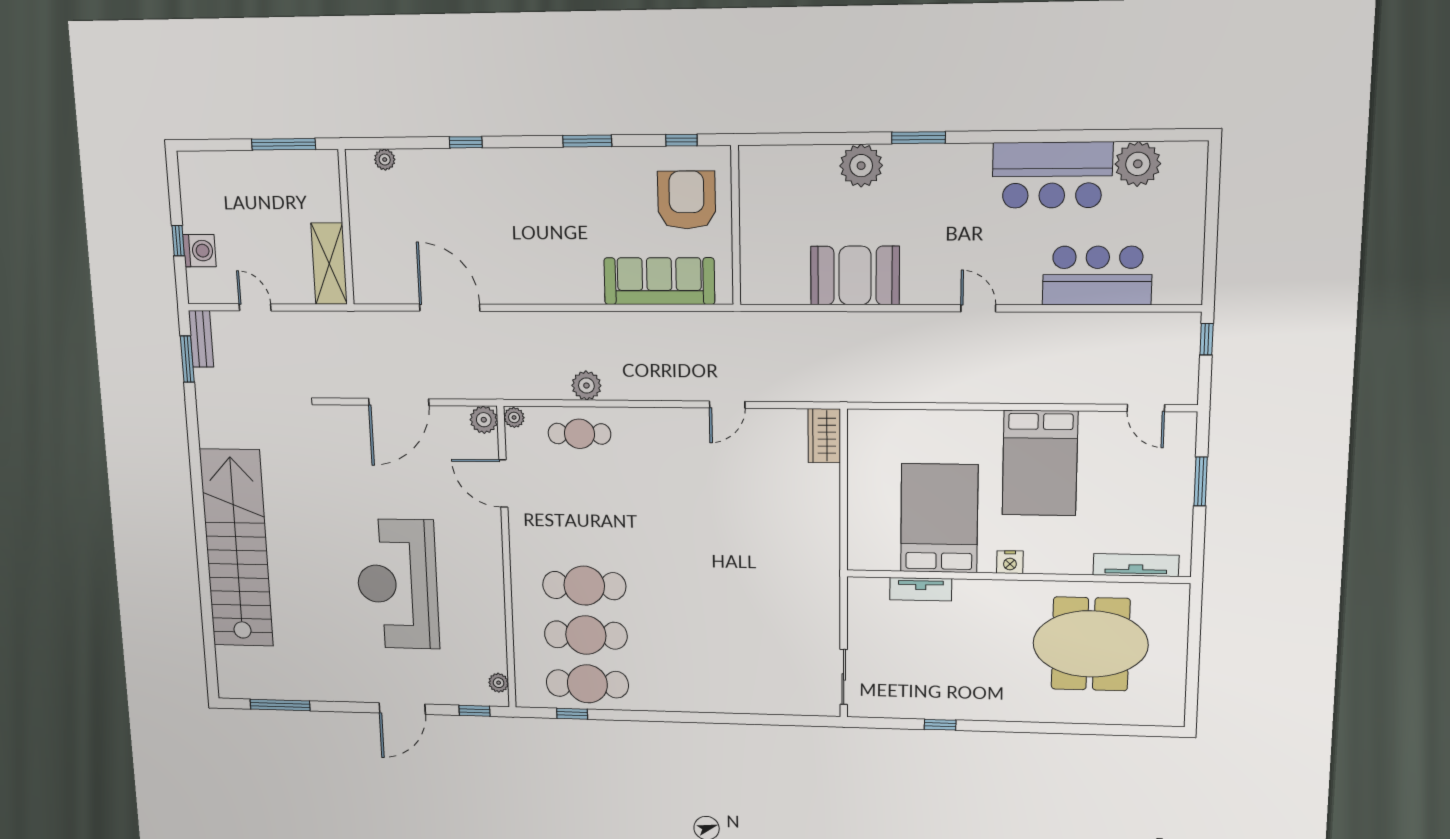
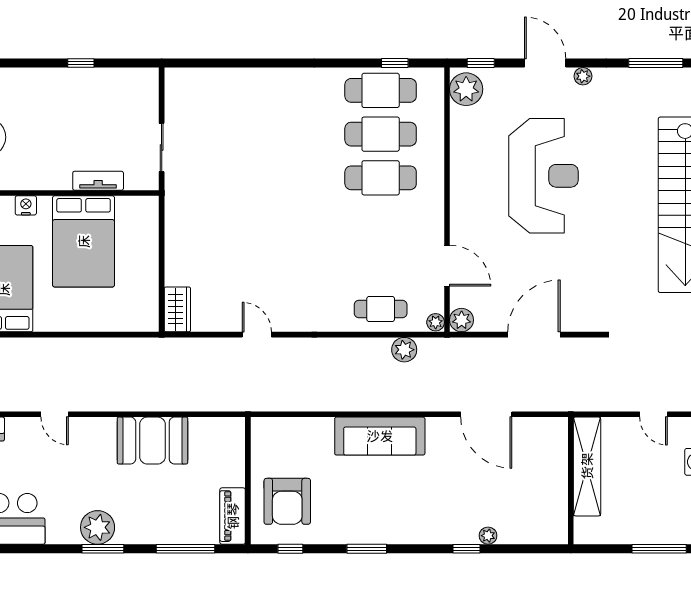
window: (813, 139) -> (186, 549), added
window: (284, 144) -> (659, 549), moved
plant: (385, 160) -> (488, 536), moved
plant: (861, 166) -> (98, 527), moved
piano: (754, 181) -> (233, 516), added
shelving: (329, 264) -> (587, 466), width x1.47
sofa: (659, 281) -> (380, 436), moved
plant: (586, 386) -> (404, 350), moved
door: (727, 405) -> (257, 335), hinge flipped
sliding door: (844, 677) -> (162, 148), moved
plant: (499, 683) -> (466, 89), width x1.88, depth x1.88
plant: (359, 693) -> (583, 76), added
door: (402, 709) -> (545, 63), hinge flipped

